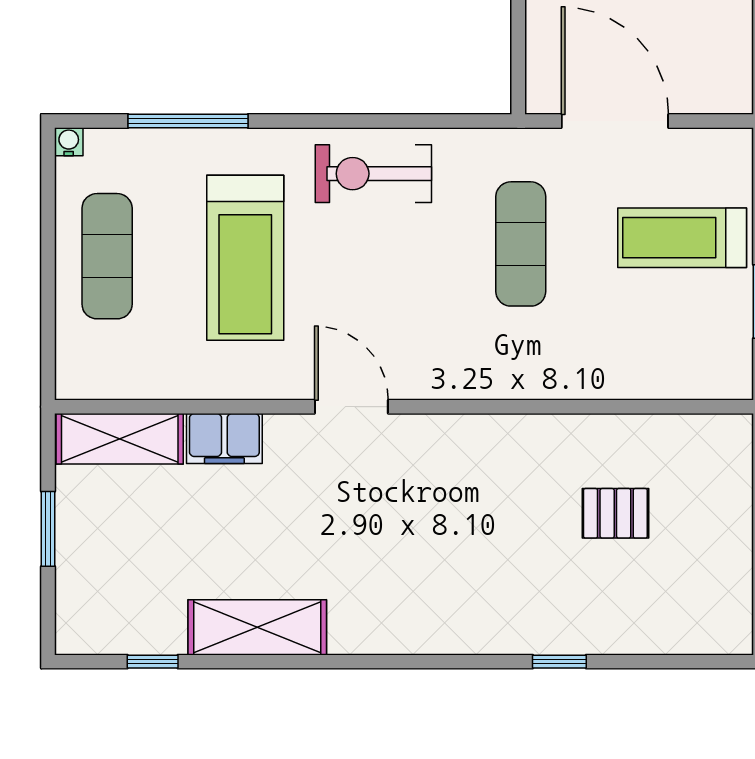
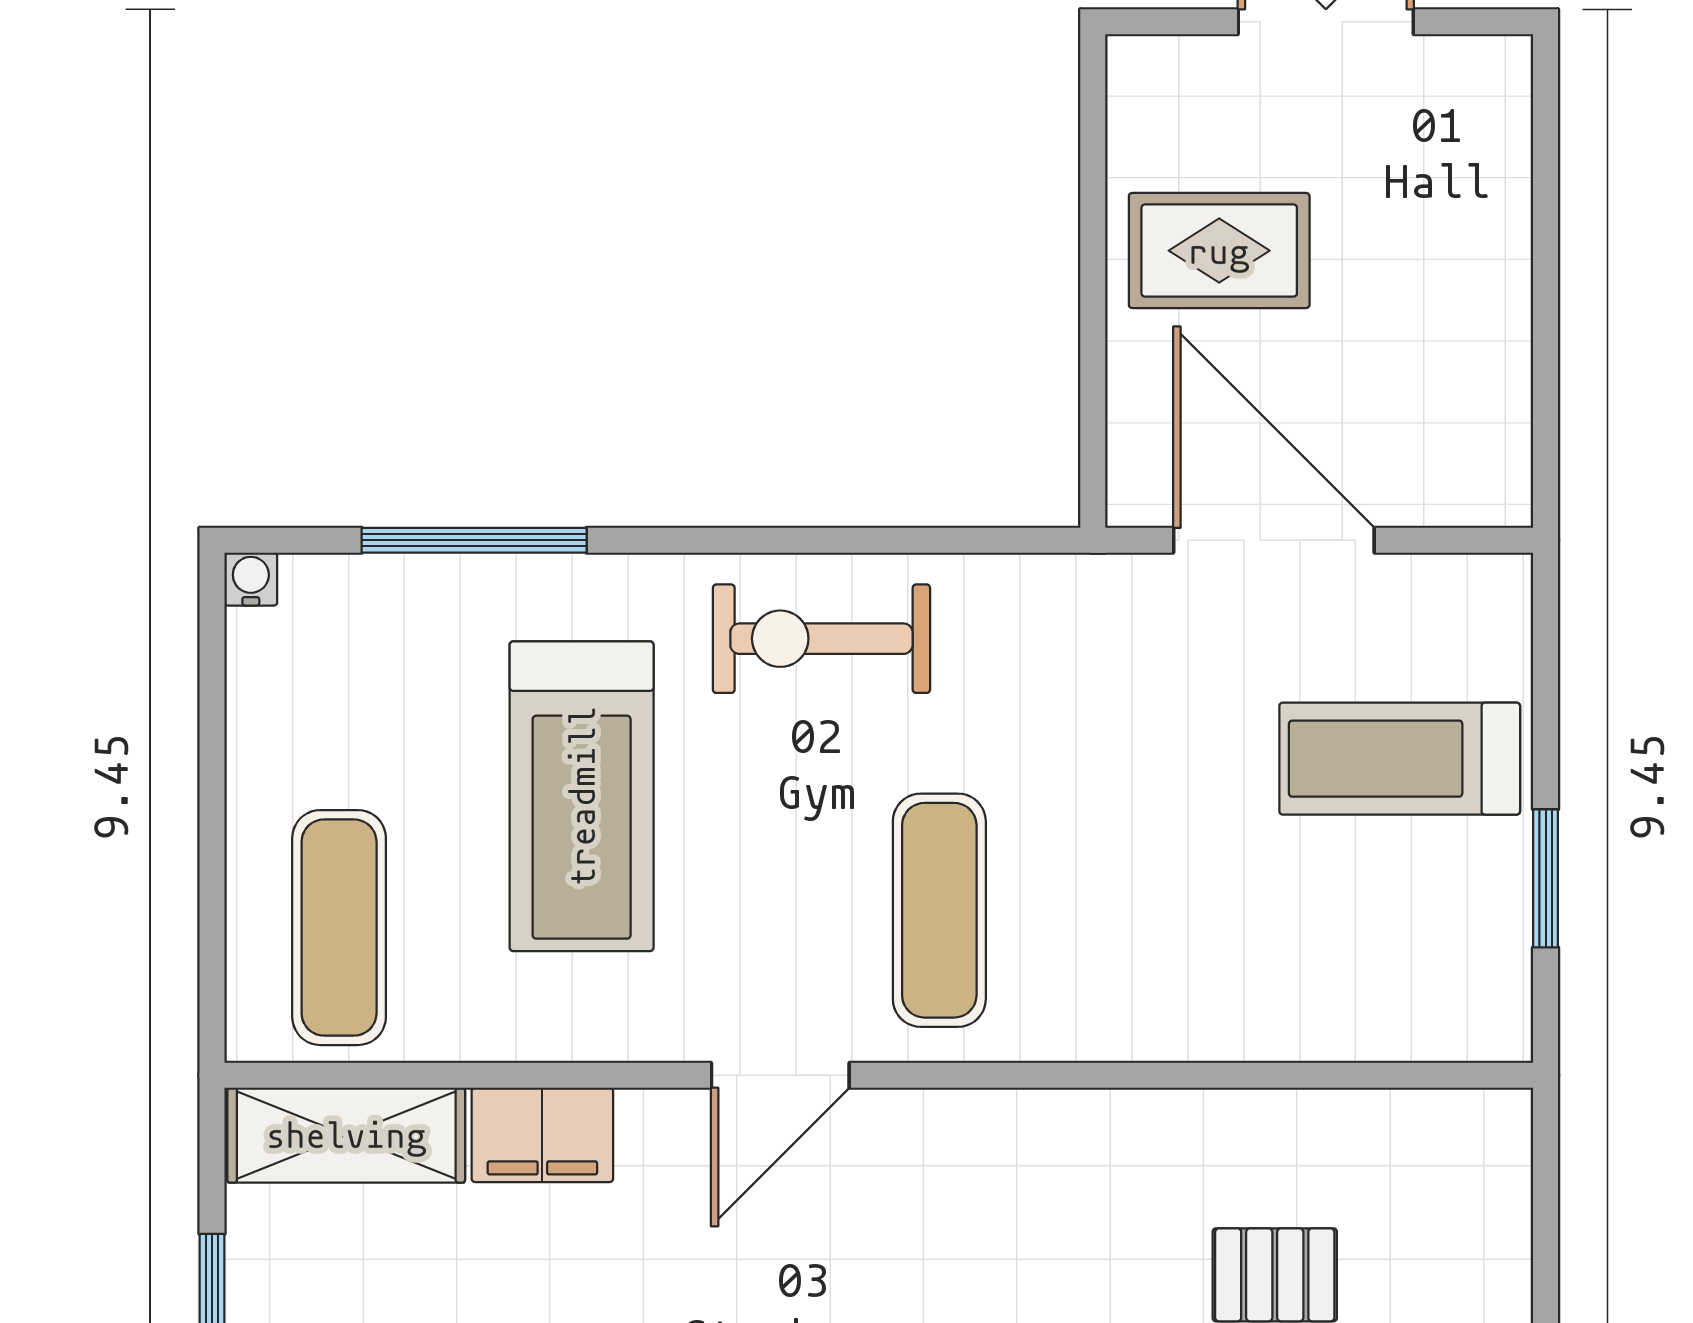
exercise mat: (521, 244) -> (939, 910), moved
exercise mat: (107, 256) -> (339, 928), moved
door: (351, 407) -> (780, 1075), swing flipped

